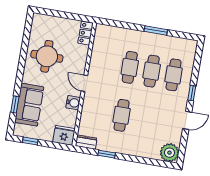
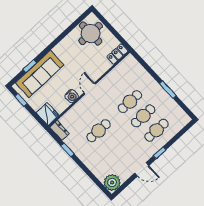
round table: (47, 56) -> (91, 34), moved
sofa: (29, 105) -> (40, 74), width x1.36

